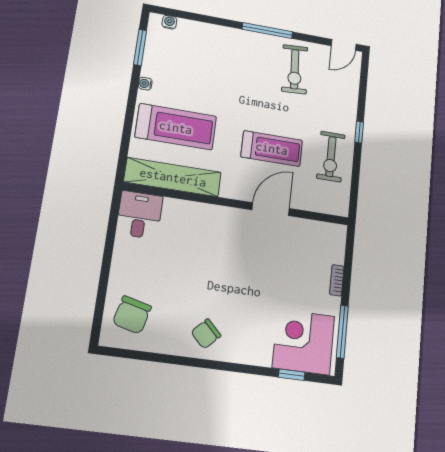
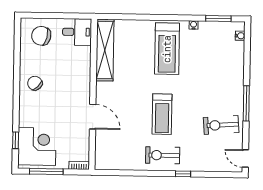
shelving: (173, 177) -> (105, 50), moved
wall: (237, 204) -> (93, 94), moved
door: (271, 209) -> (93, 117), moved
desk: (140, 215) -> (77, 32), moved

